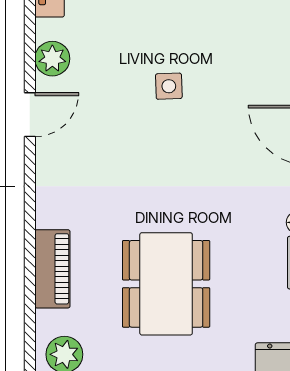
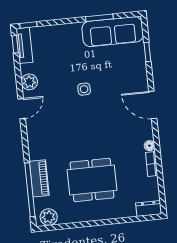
dining table: (166, 284) -> (92, 180), turned 90
window: (30, 291) -> (30, 190), added

